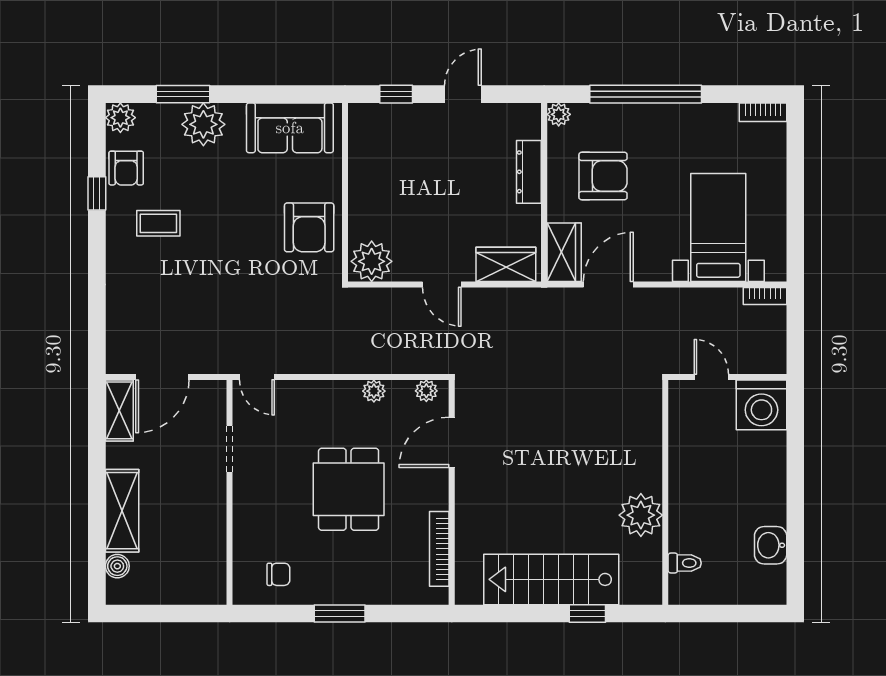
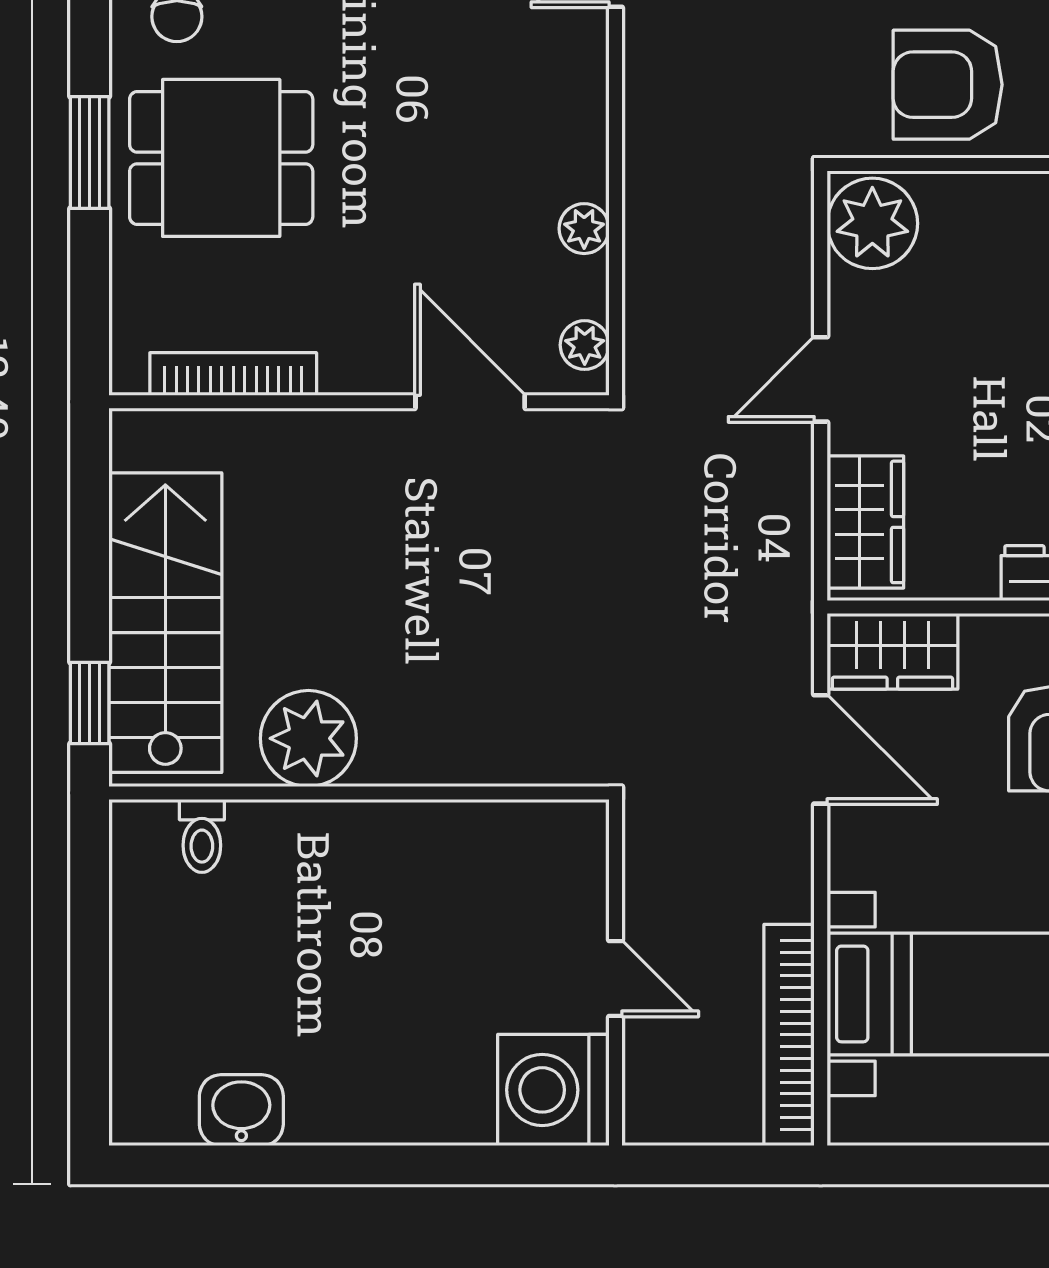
bookcase: (765, 296) -> (789, 1035), width x2.31, depth x1.31
door: (711, 377) -> (615, 978), hinge flipped
dining table: (349, 489) -> (221, 158), moved
wall: (665, 492) -> (359, 793), moved
plant: (641, 515) -> (308, 738), moved
toilet: (685, 563) -> (202, 836), moved

